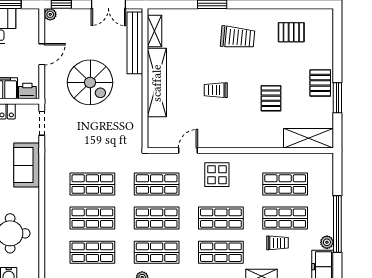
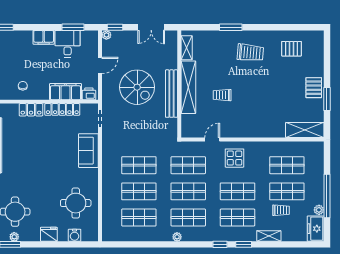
bench: (135, 43) -> (172, 94), moved
trolley: (216, 90) -> (222, 95), moved
pallet: (271, 98) -> (276, 99), removed

